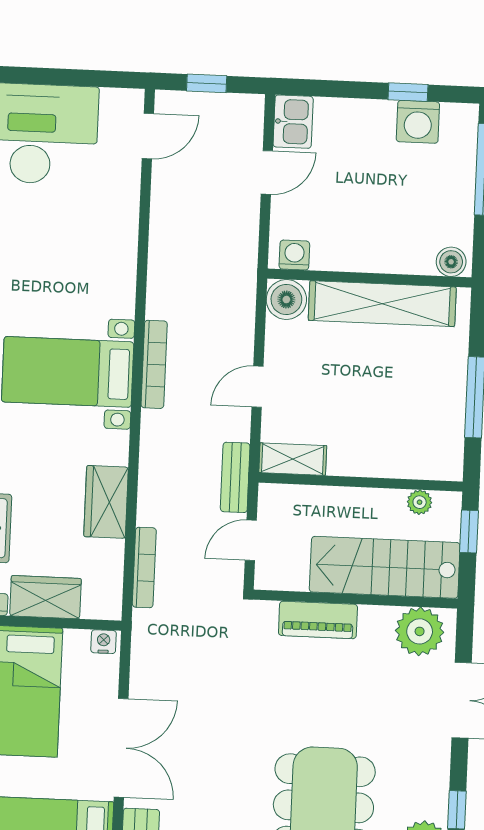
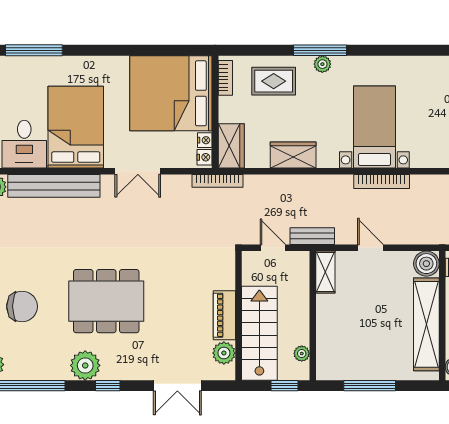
bookcase: (144, 568) -> (218, 181), moved
wardrobe: (46, 597) -> (231, 146), moved
piano: (318, 620) -> (224, 315), moved
plant: (420, 631) -> (224, 353), width x0.73, depth x0.73
nightstand: (77, 640) -> (205, 140), added
double door: (121, 748) -> (138, 171), width x0.73

